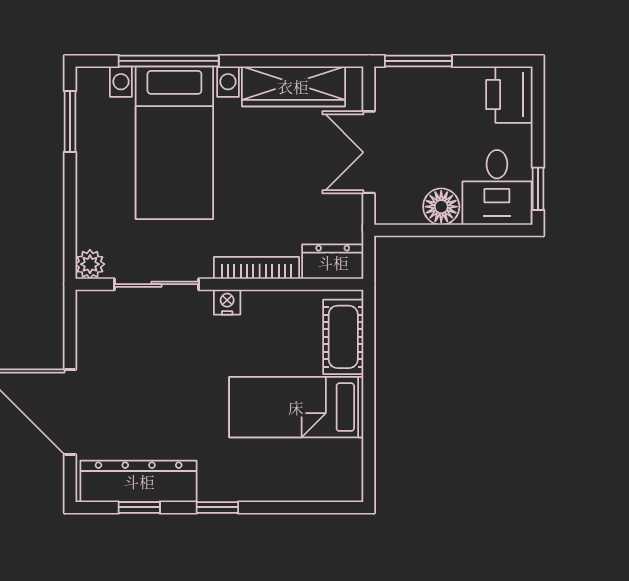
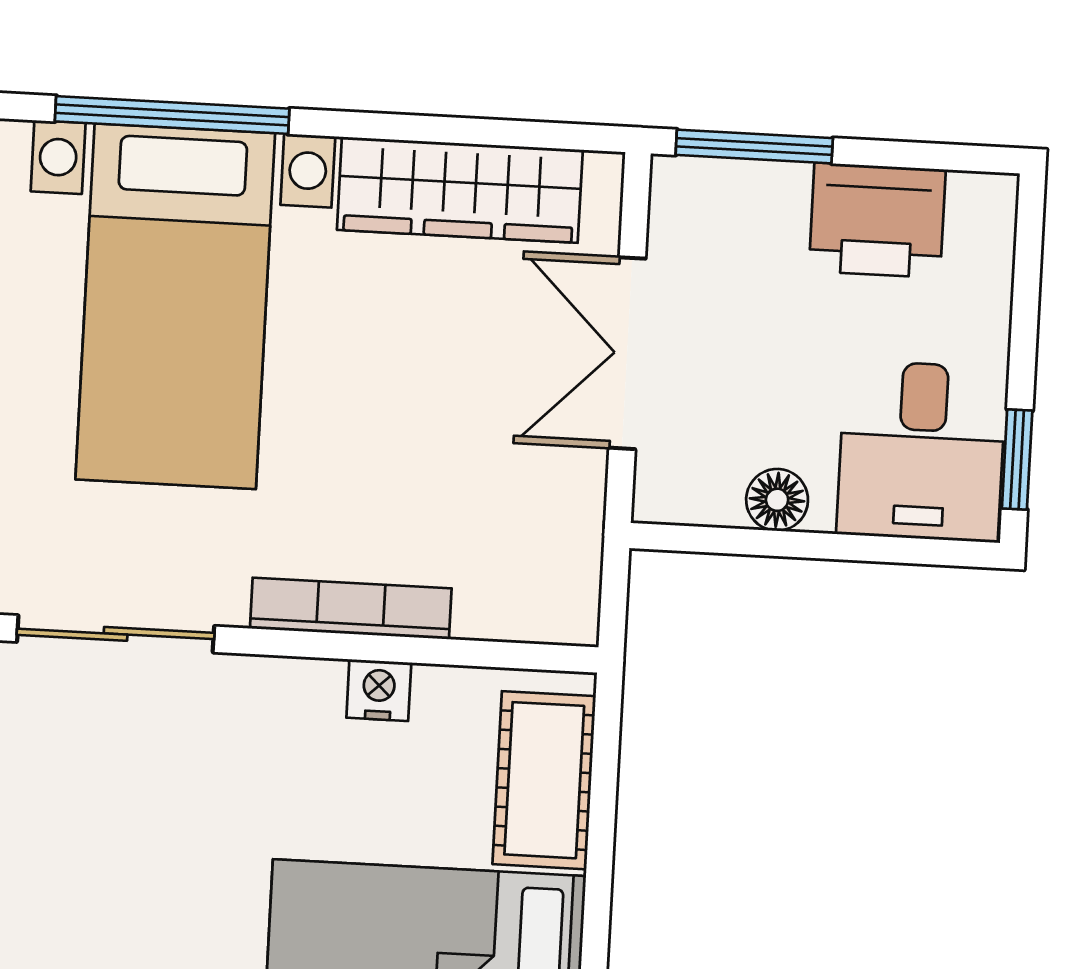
printer: (509, 95) -> (877, 220), moved, turned -90
floor lamp: (441, 207) -> (777, 500), width x0.73, depth x0.73
dresser: (333, 262) -> (529, 603), removed
nightstand: (227, 302) -> (379, 690), moved

